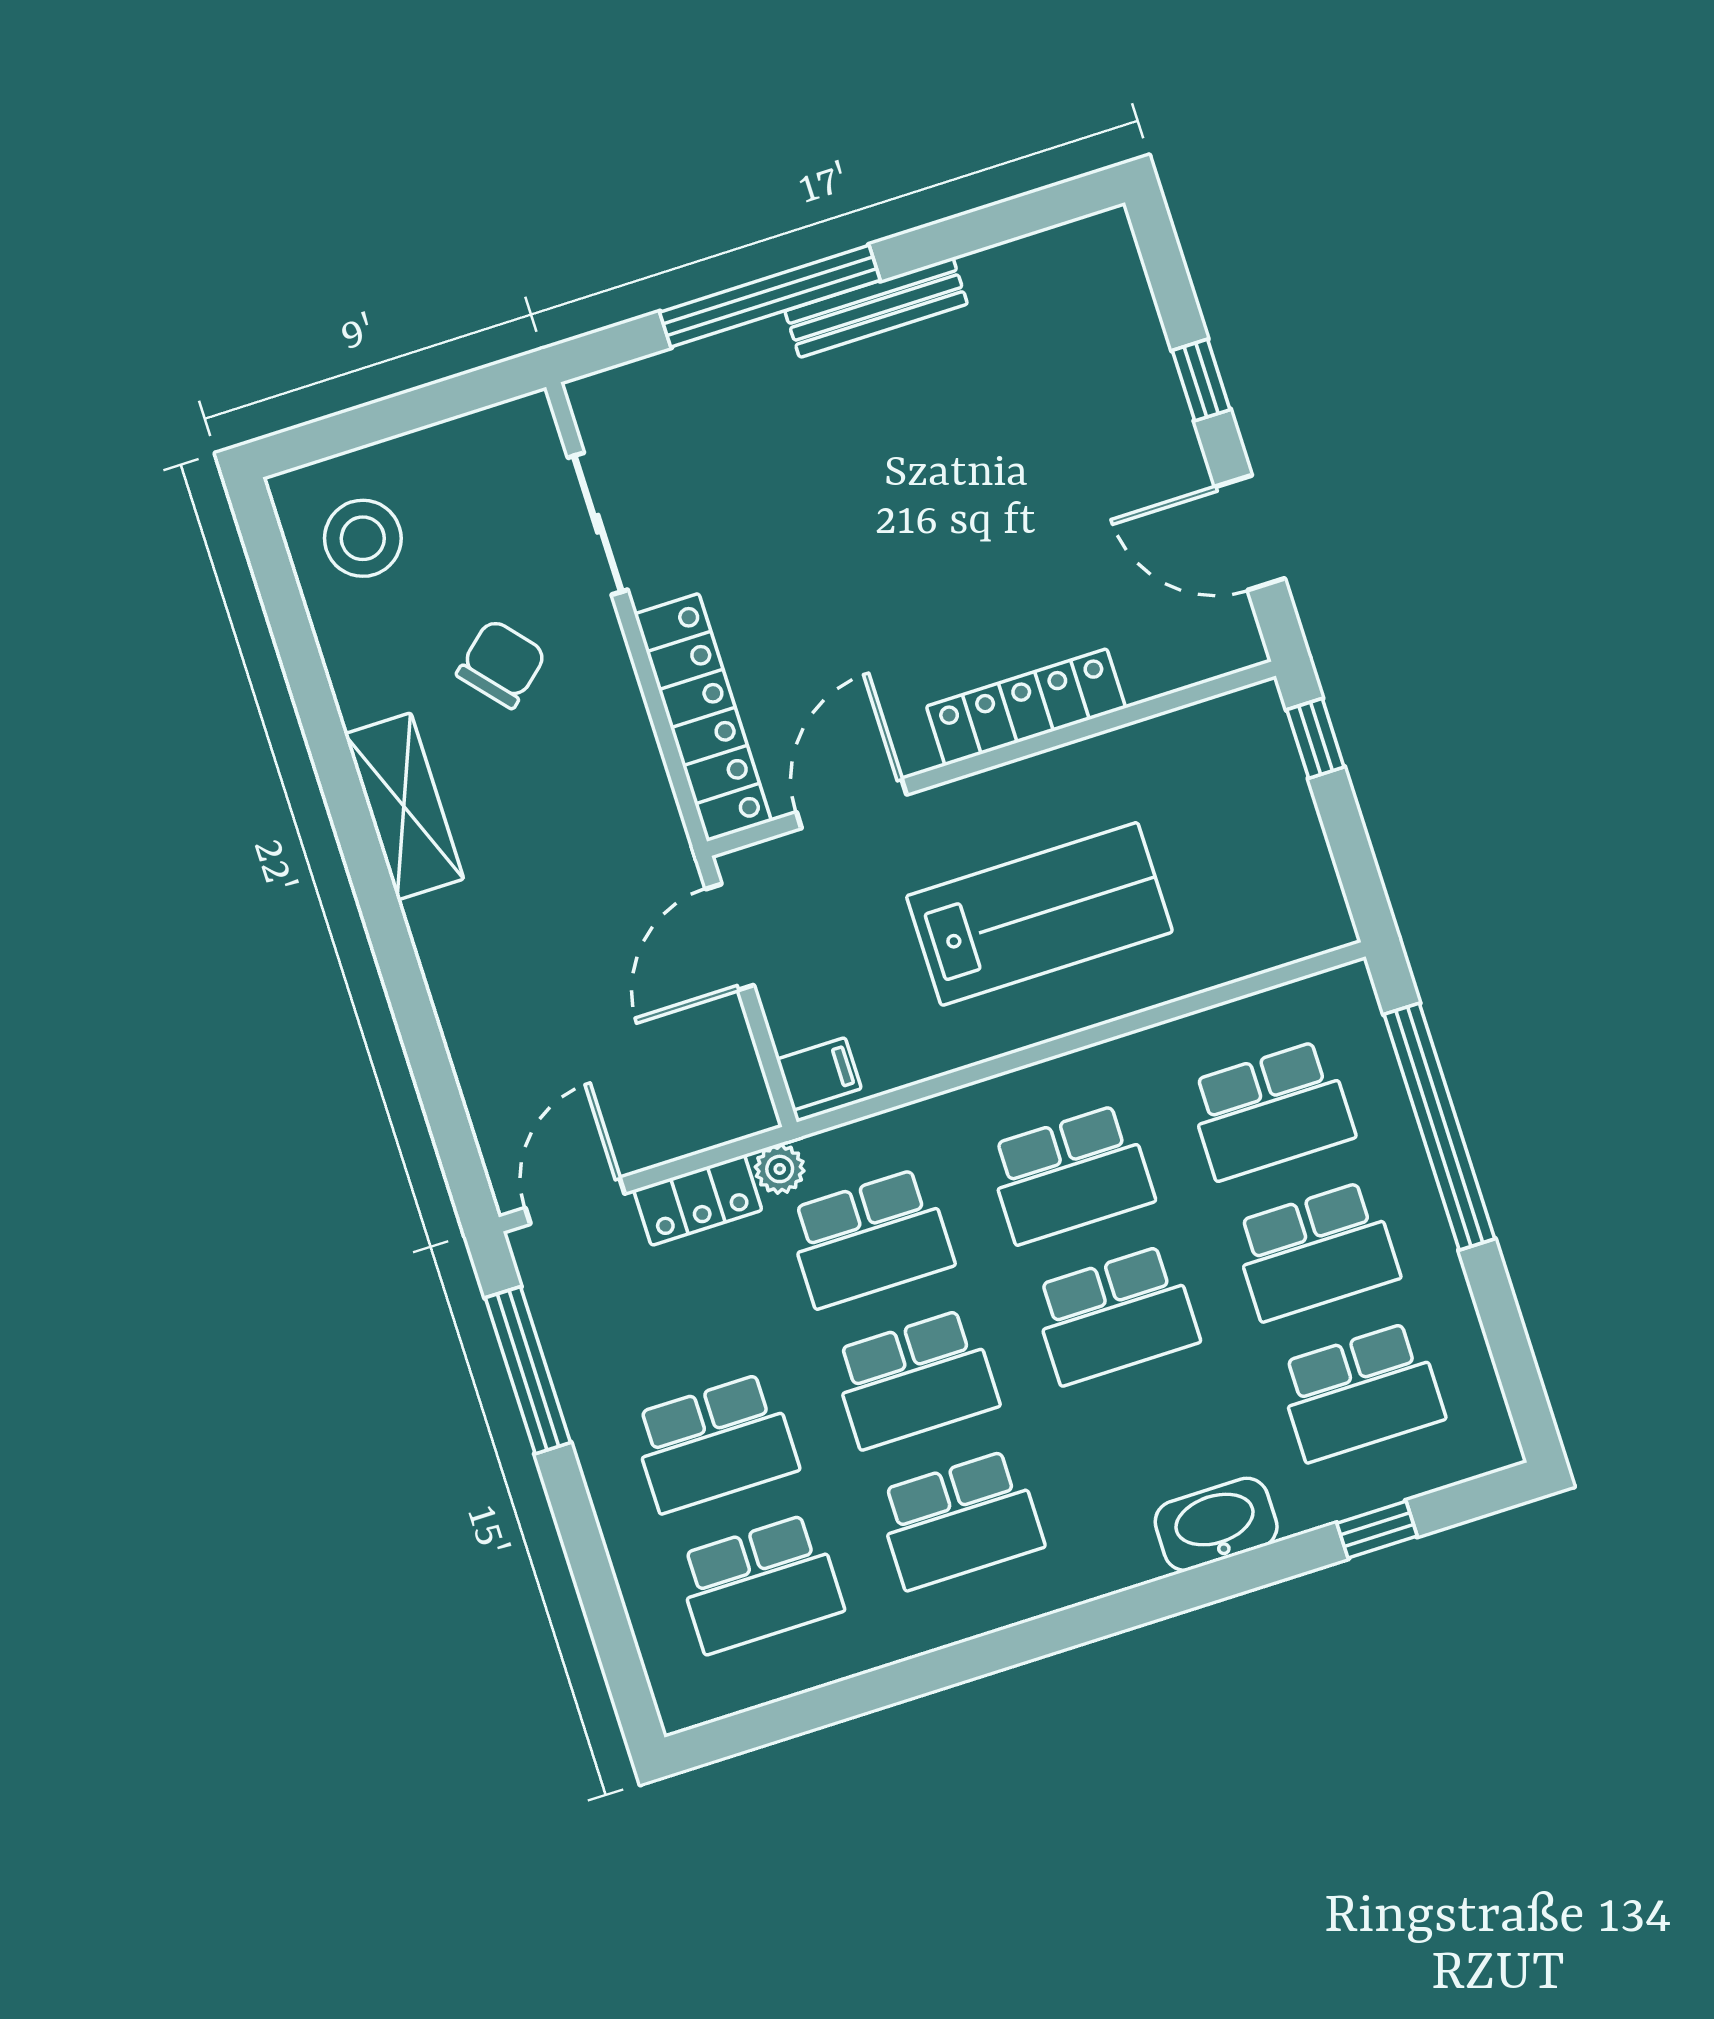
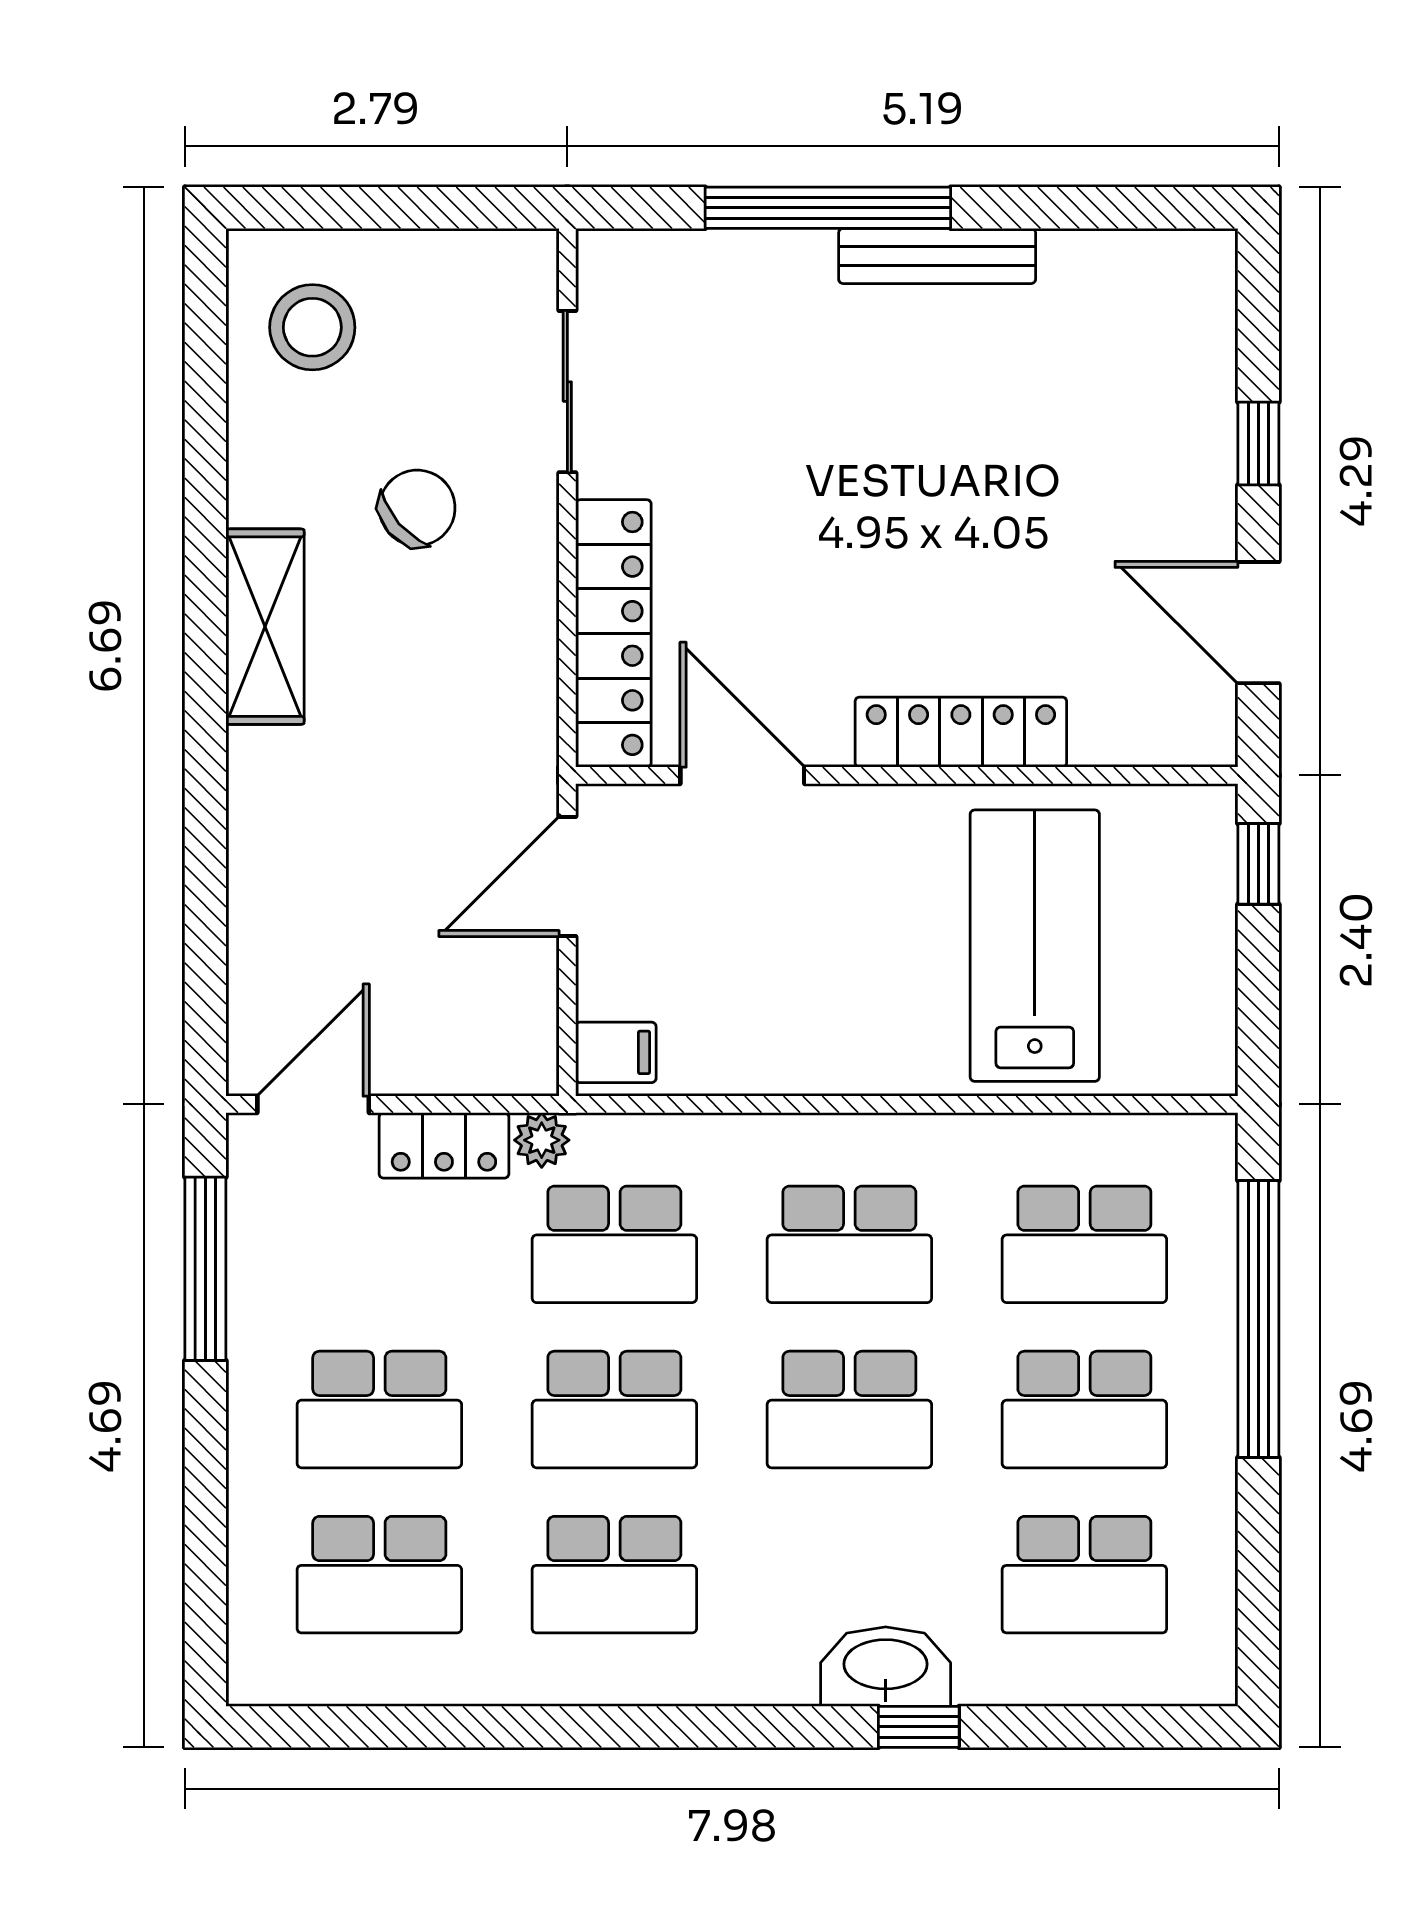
door: (852, 803) -> (742, 775), hinge flipped
lab bench: (1039, 914) -> (1035, 946), moved, turned -90
window: (1377, 1530) -> (919, 1727), moved

